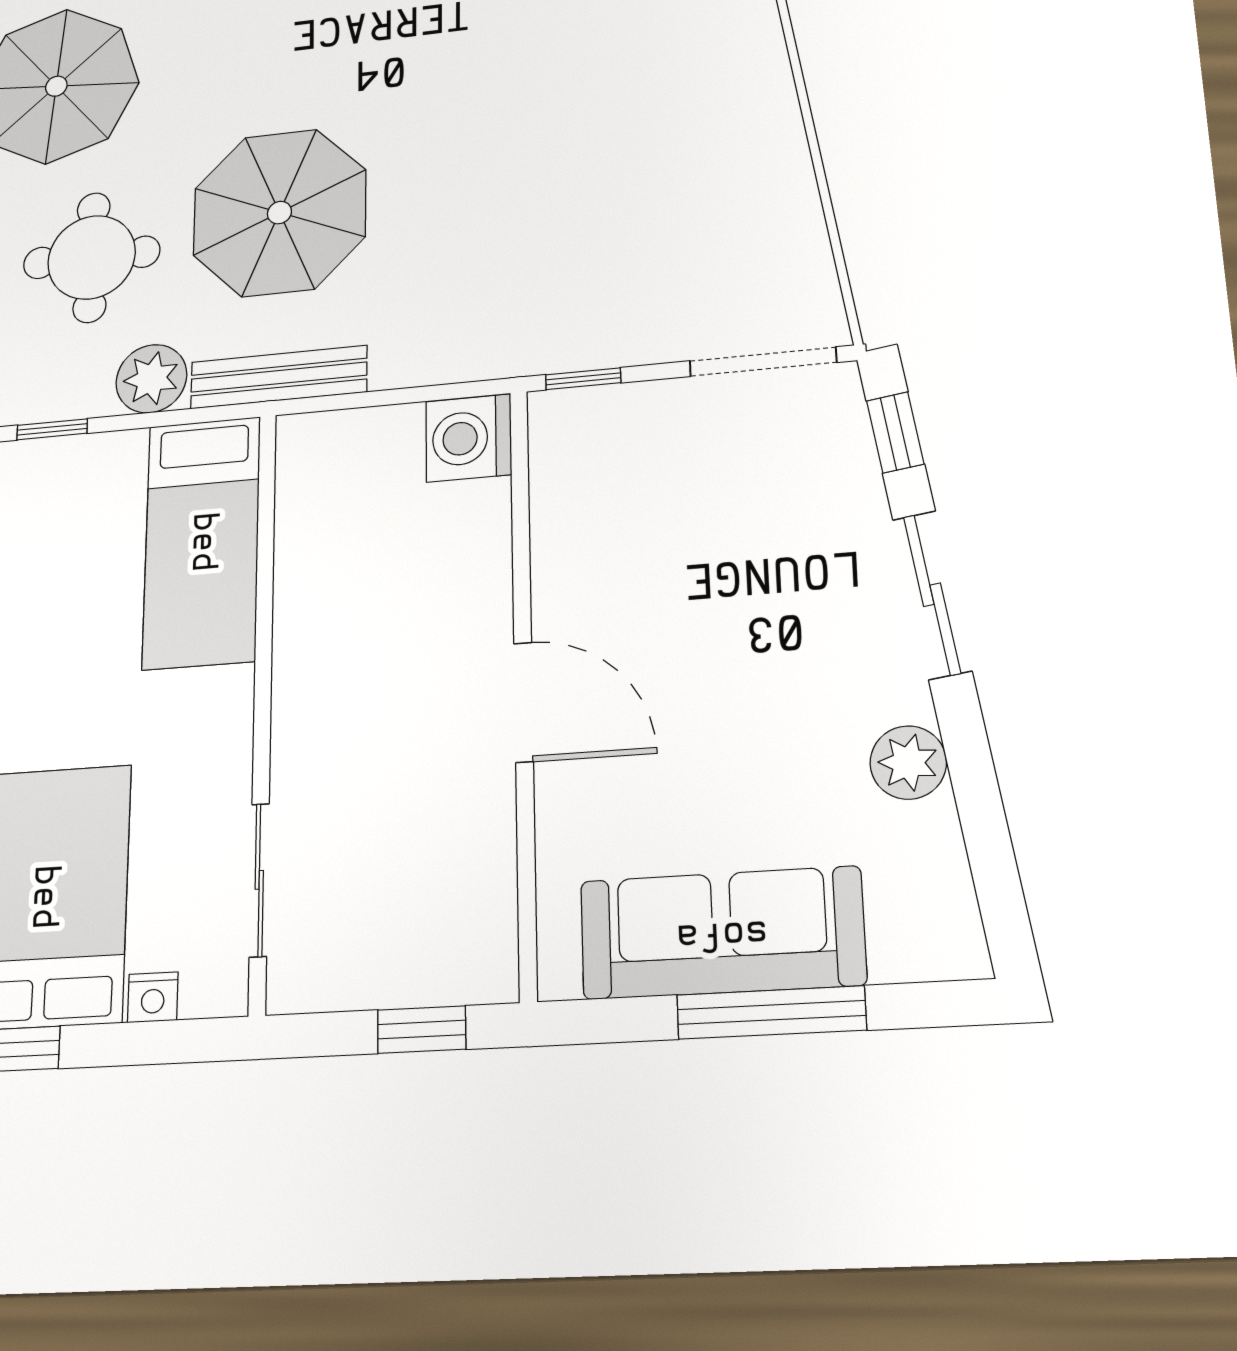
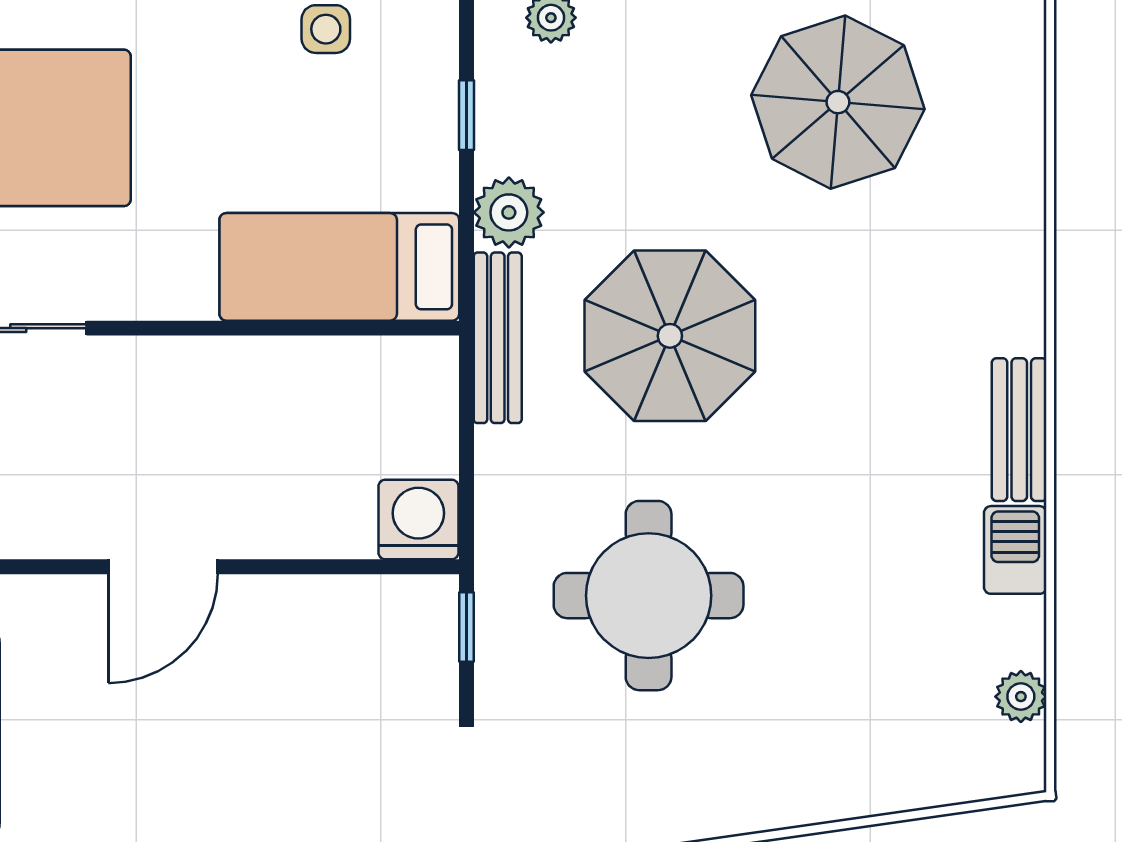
round table: (92, 257) -> (649, 596), moved, width x1.36, depth x1.36

